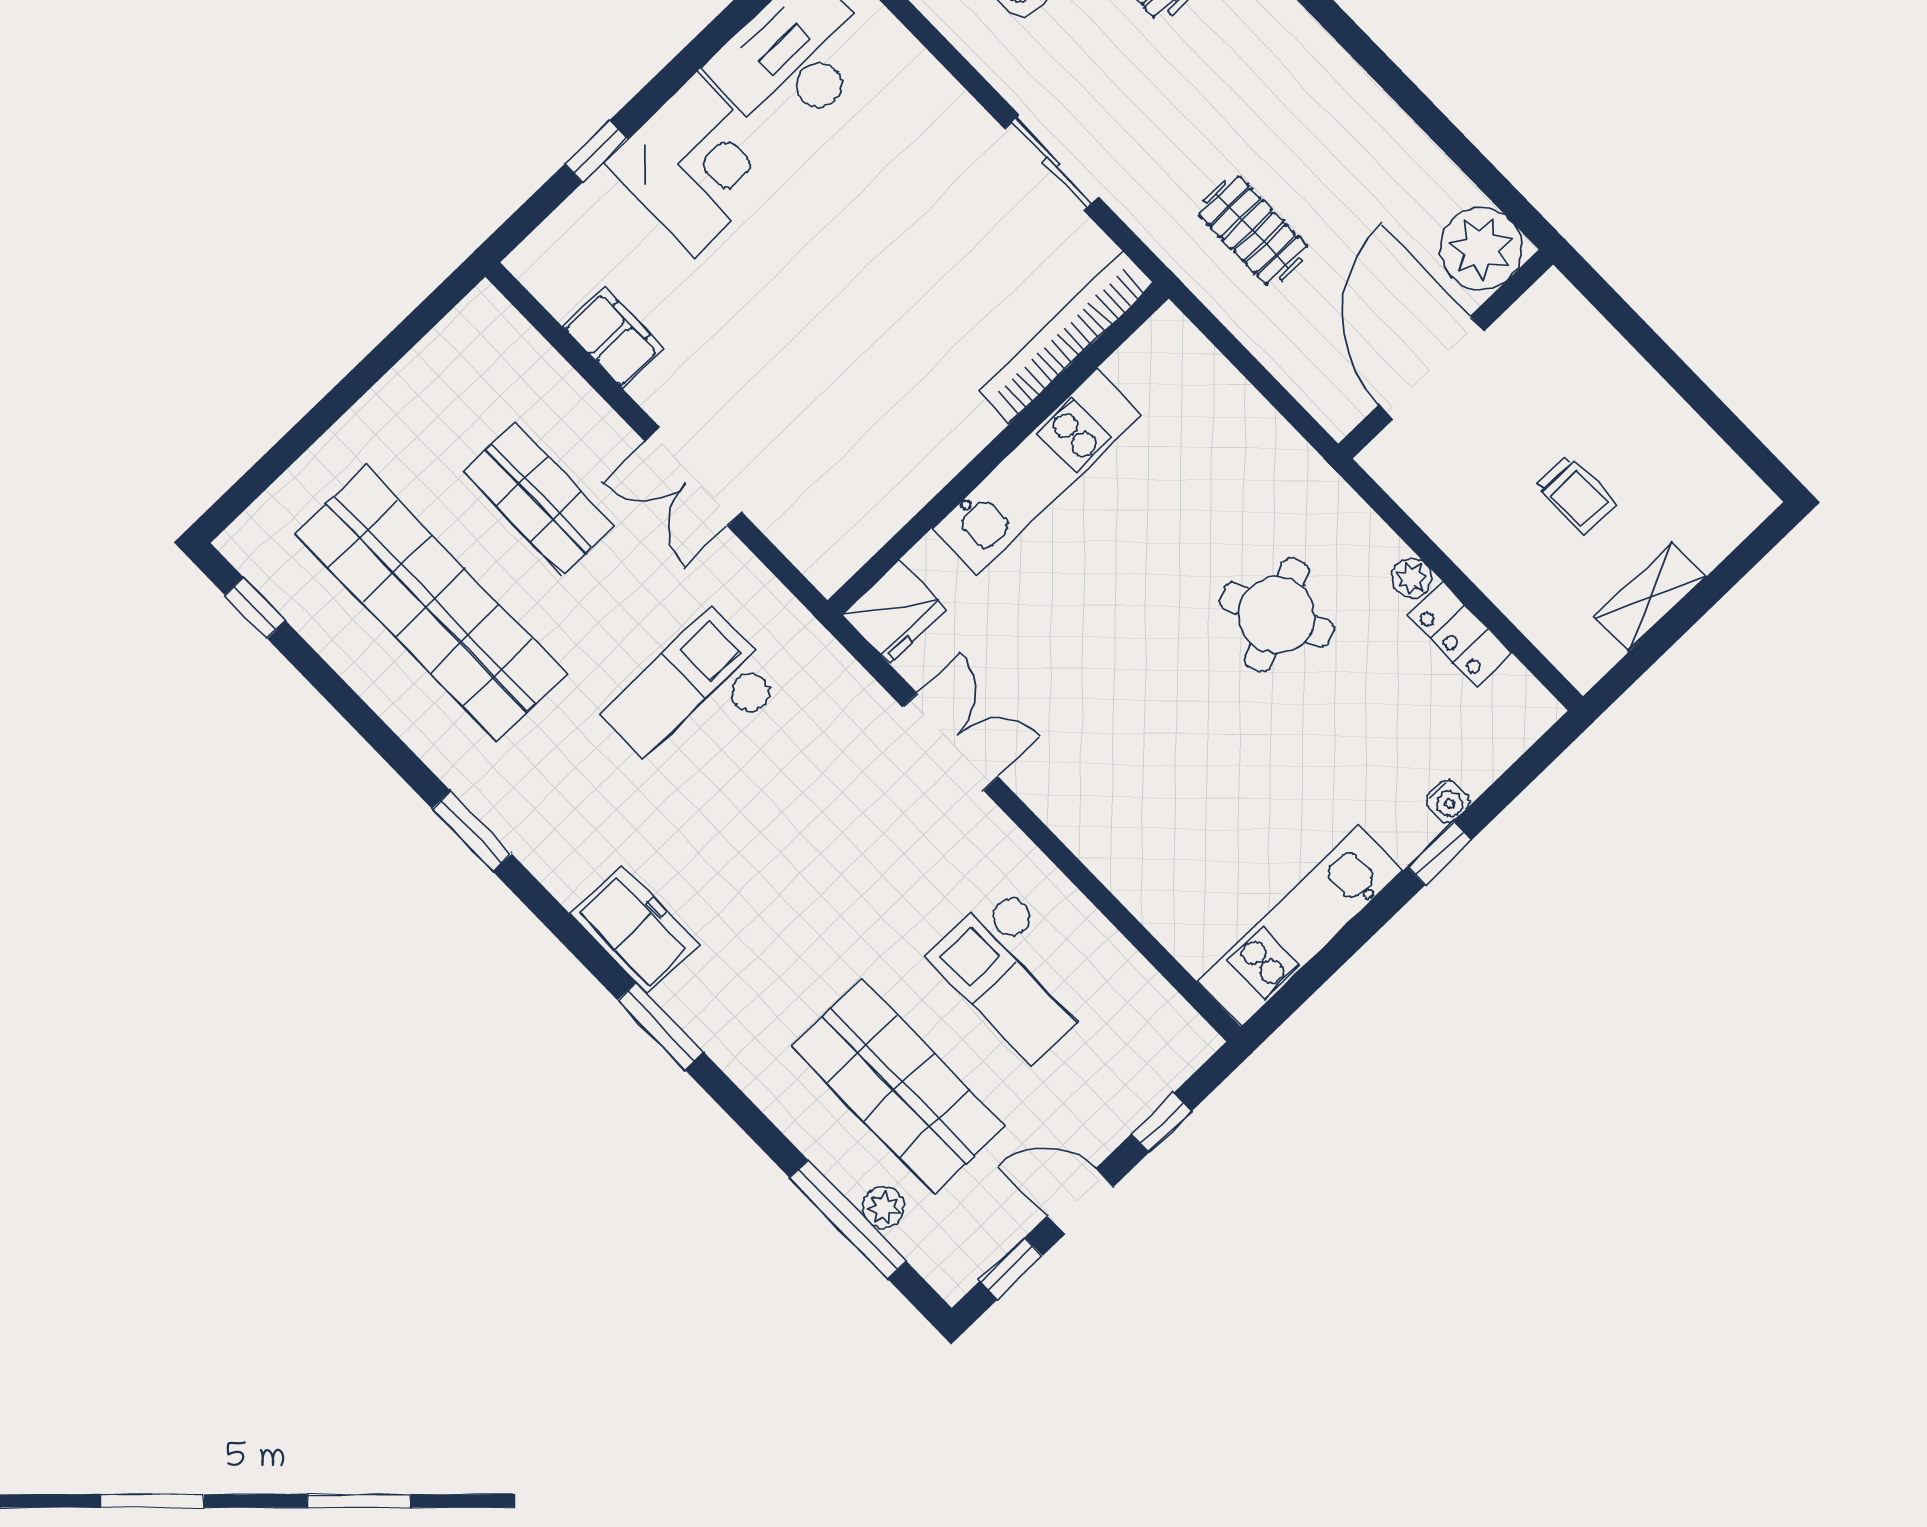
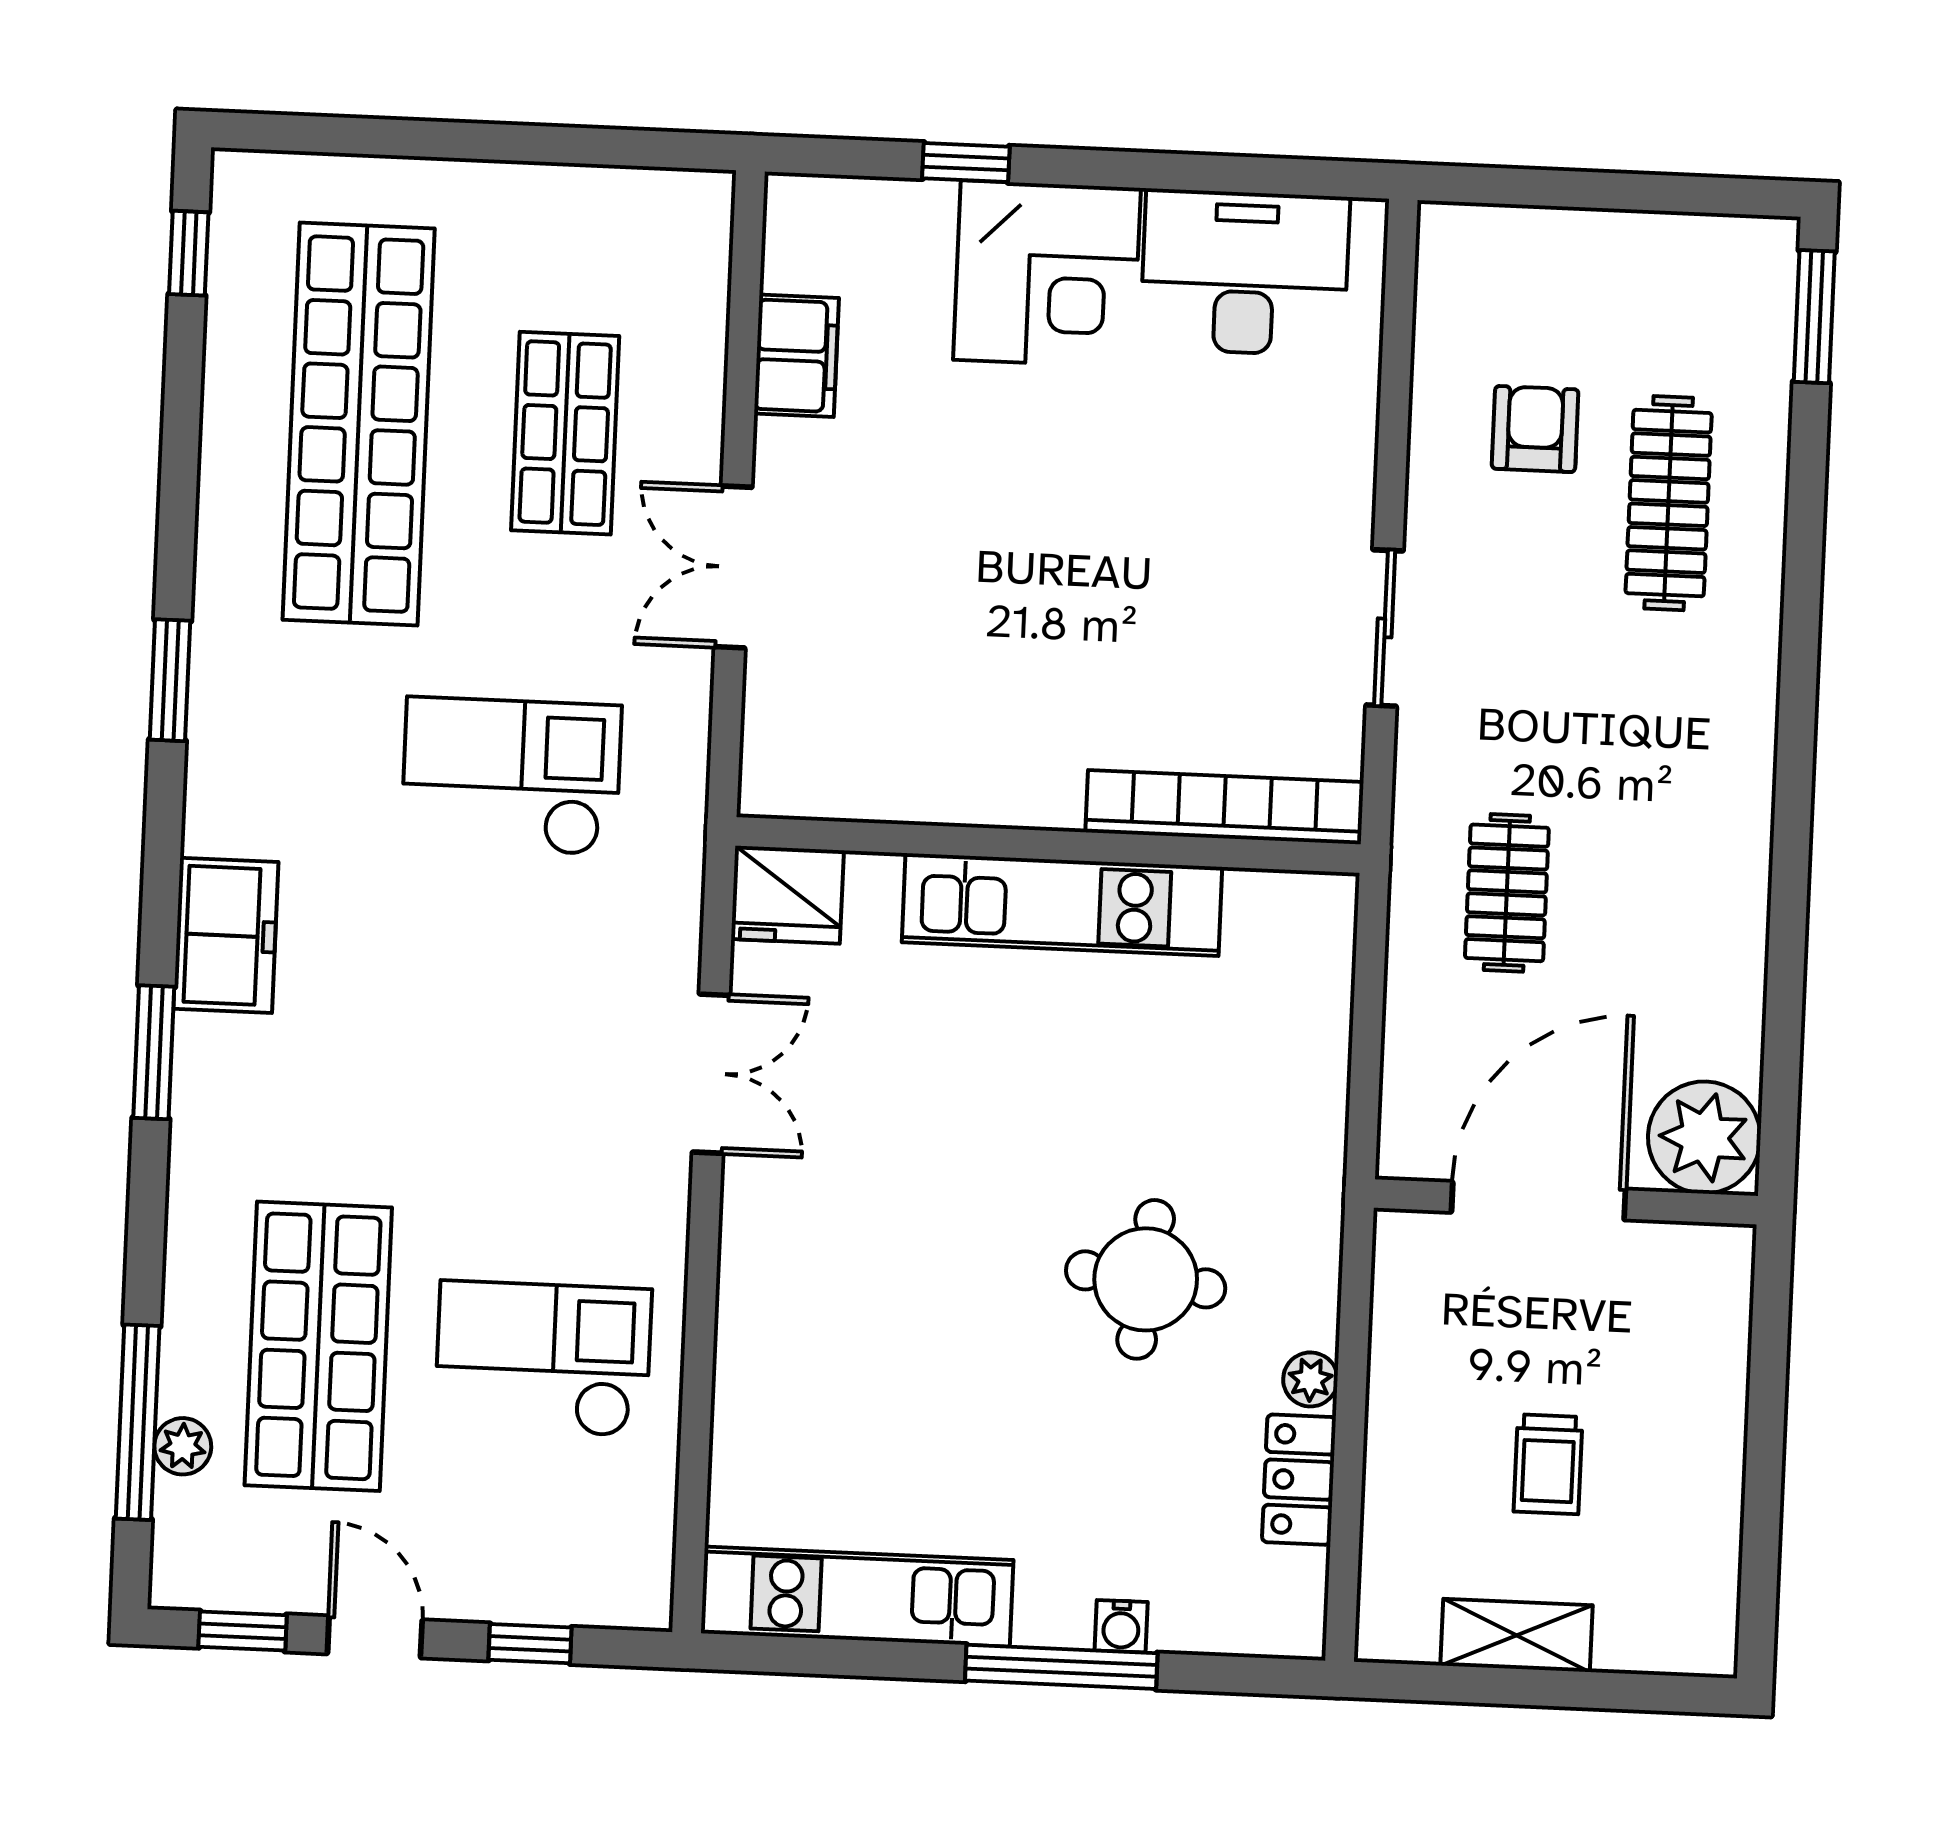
round table: (1277, 615) -> (1146, 1279), turned 30
window: (1439, 853) -> (1061, 1667), width x2.17
checkout: (1017, 973) -> (543, 1359), turned 90

